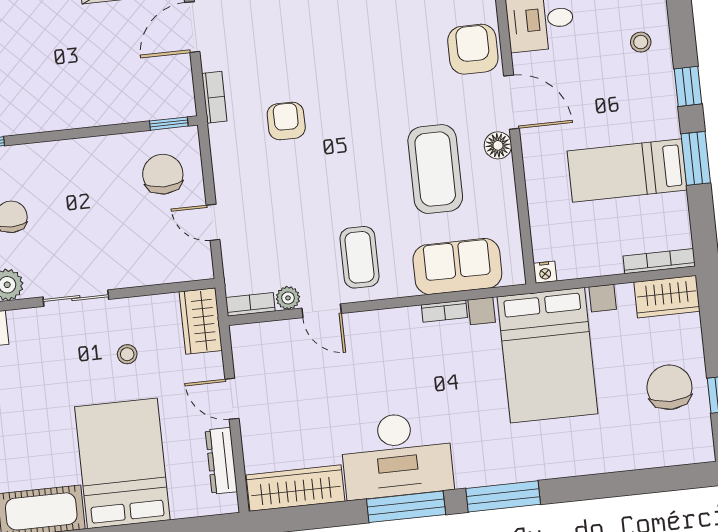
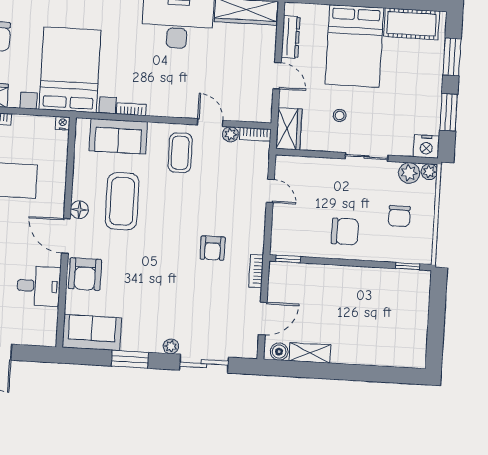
chair: (163, 174) -> (345, 232), moved, turned -90

